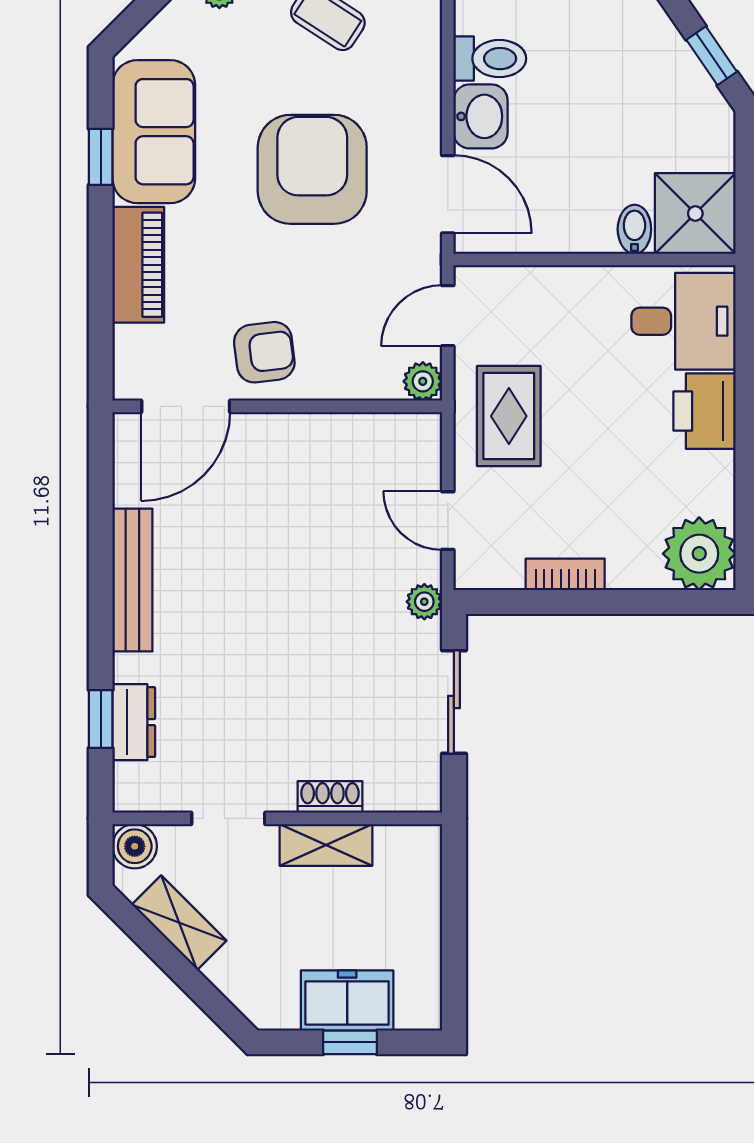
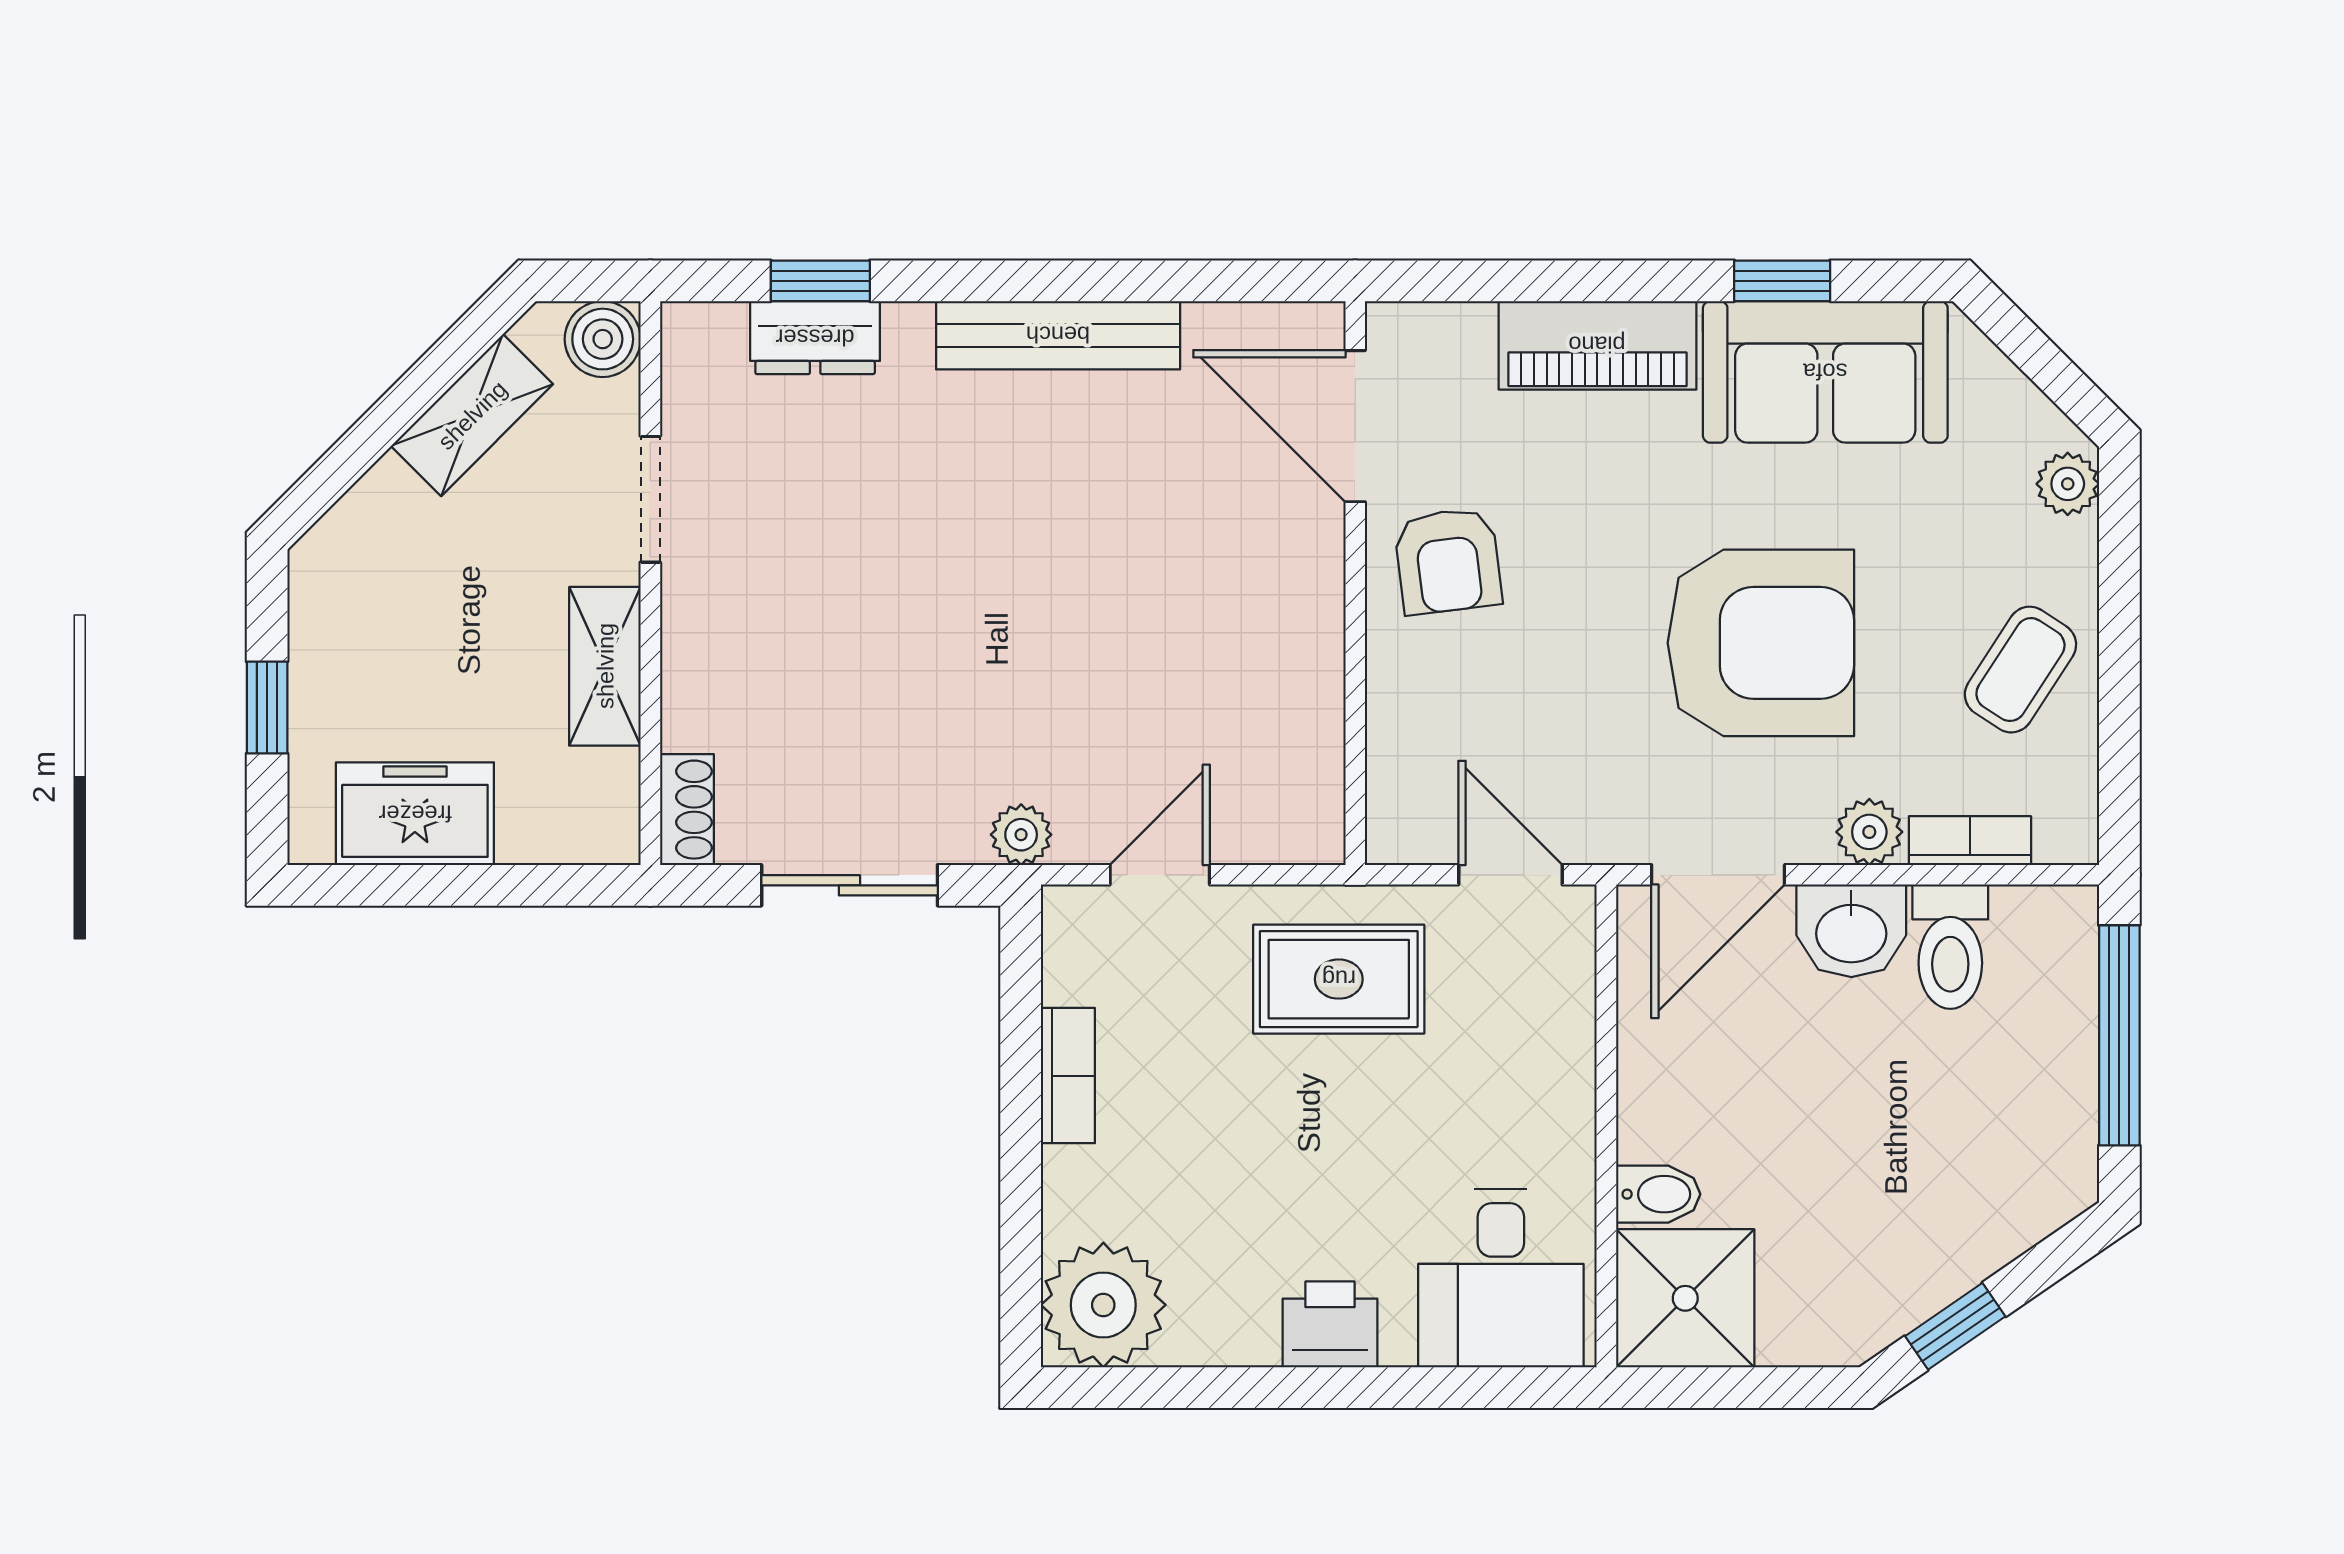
bookcase: (428, 47) -> (1970, 841), added
plant: (423, 381) -> (1869, 832), moved
printer: (705, 411) -> (1330, 1324), width x0.73, depth x0.81
shoe rack: (330, 797) -> (687, 810), moved
freezer: (347, 1001) -> (415, 814), moved, turned -90

